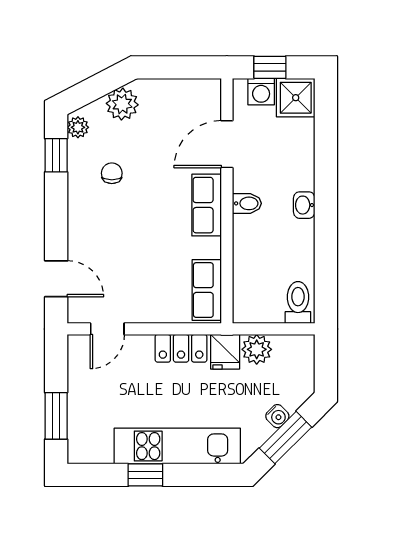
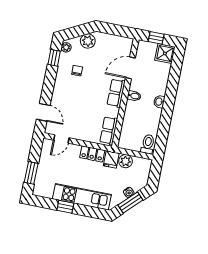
washing machine: (261, 92) -> (150, 48), removed

